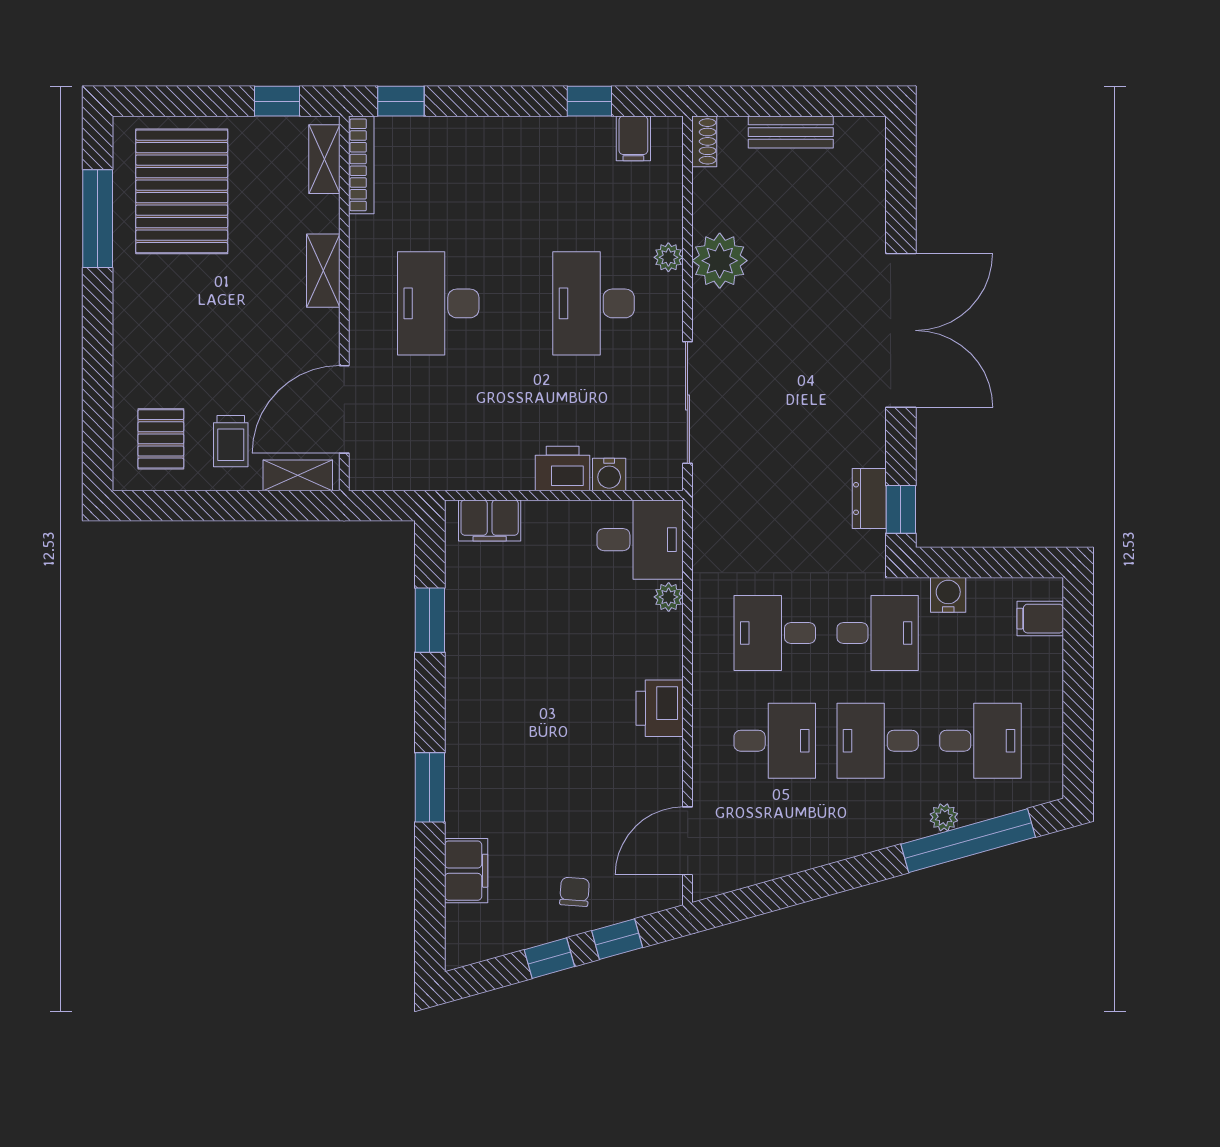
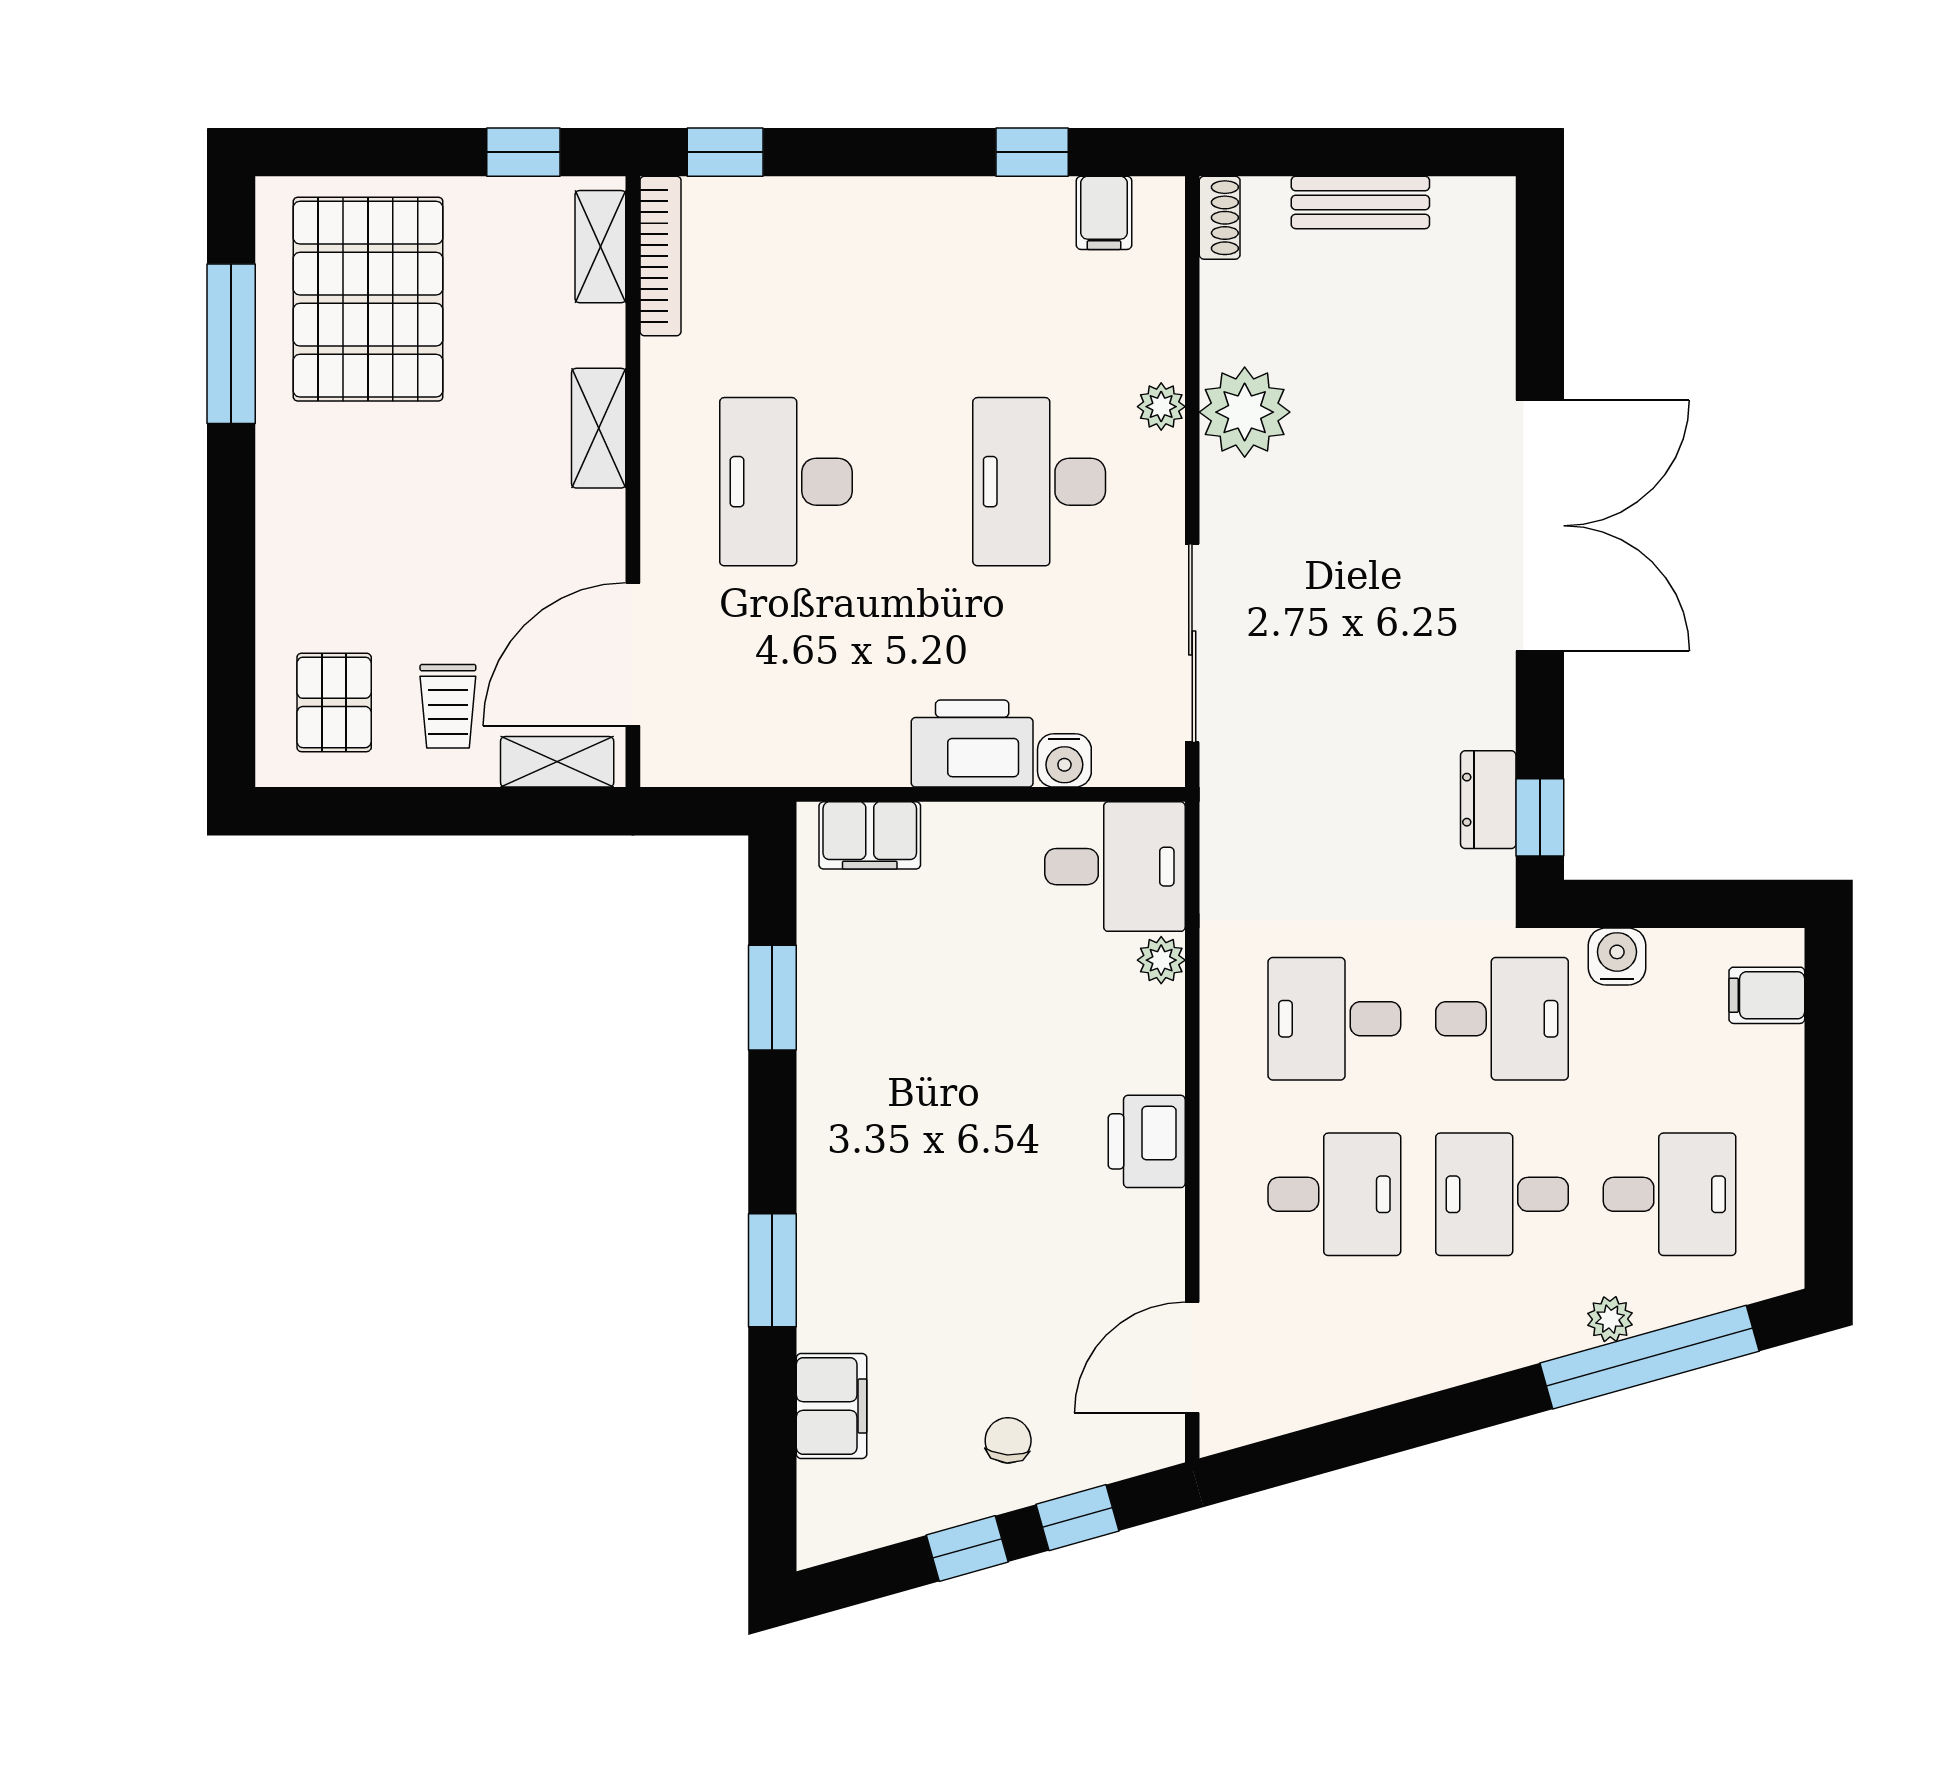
printer: (563, 468) -> (972, 744), width x1.37, depth x1.19

